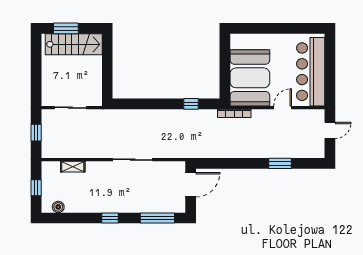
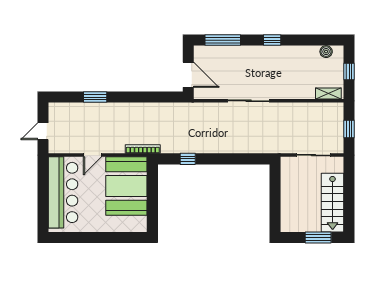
stairs: (74, 44) -> (333, 203), moved, turned -90
shelving: (73, 167) -> (328, 93), moved
door: (191, 185) -> (188, 75), swing flipped

